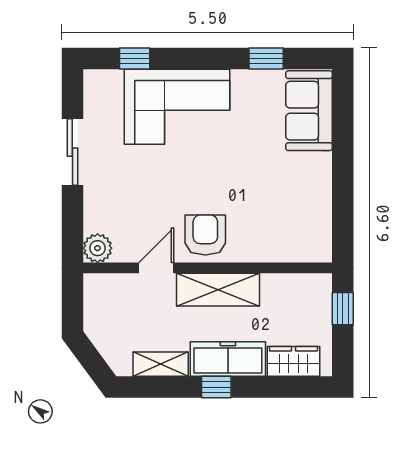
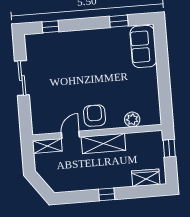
corner sofa: (177, 107) -> (74, 50), removed
plant: (98, 248) -> (132, 119), moved
freezer: (228, 359) -> (111, 179), removed
shelving: (161, 364) -> (47, 146), moved

